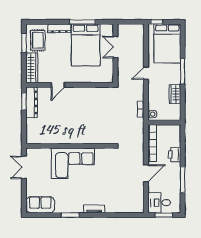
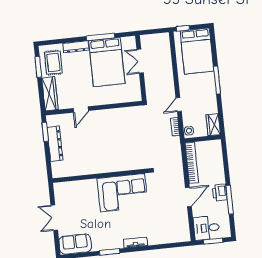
door: (146, 73) -> (179, 105), moved
wardrobe: (175, 94) -> (213, 125), moved
dresser: (32, 102) -> (55, 144), moved
printer: (174, 155) -> (220, 193), moved
corner sofa: (73, 163) -> (123, 193), moved
double door: (24, 167) -> (54, 218), moved

